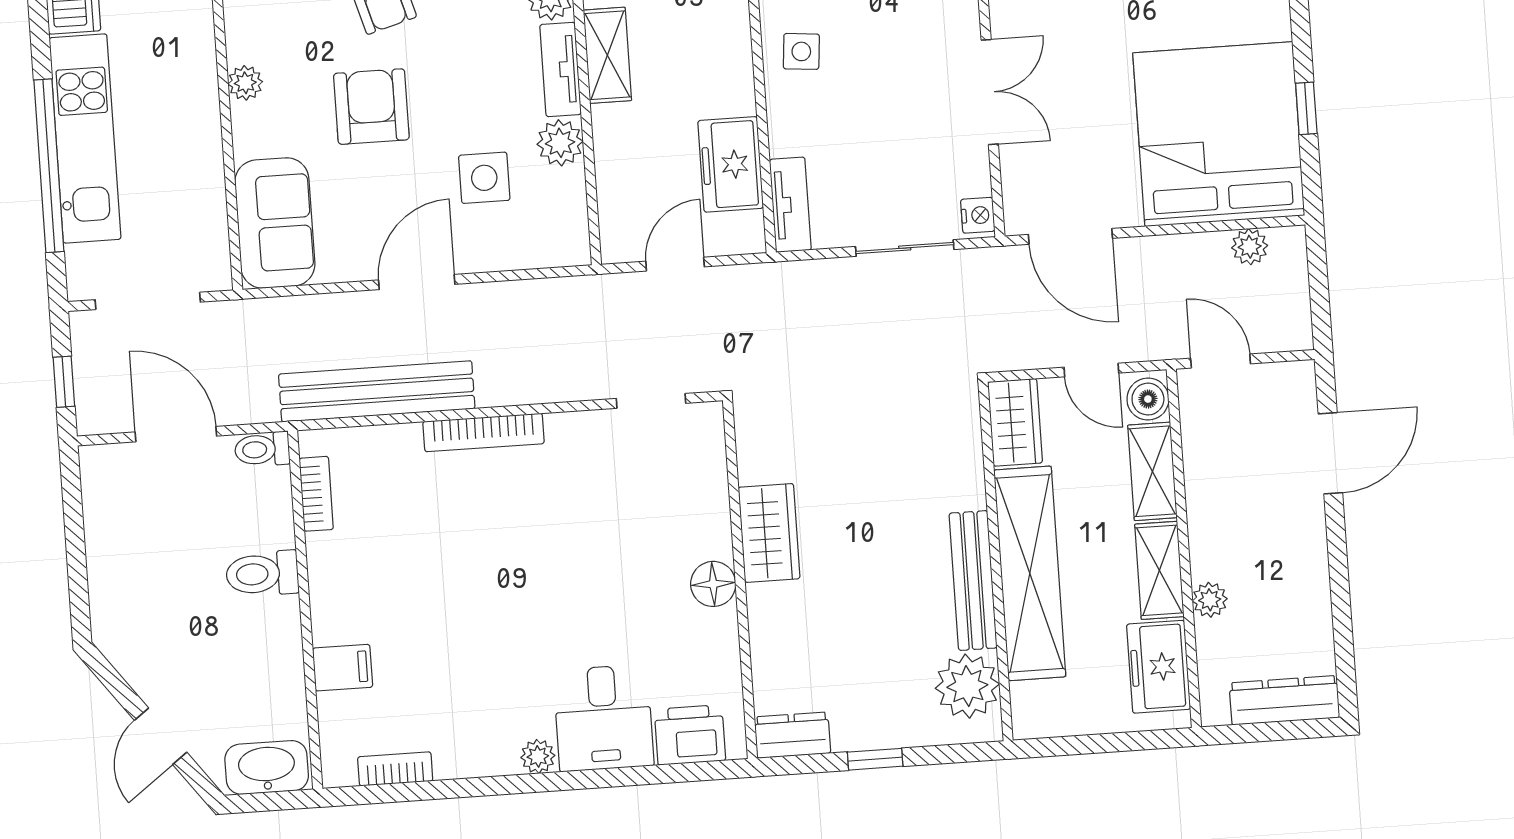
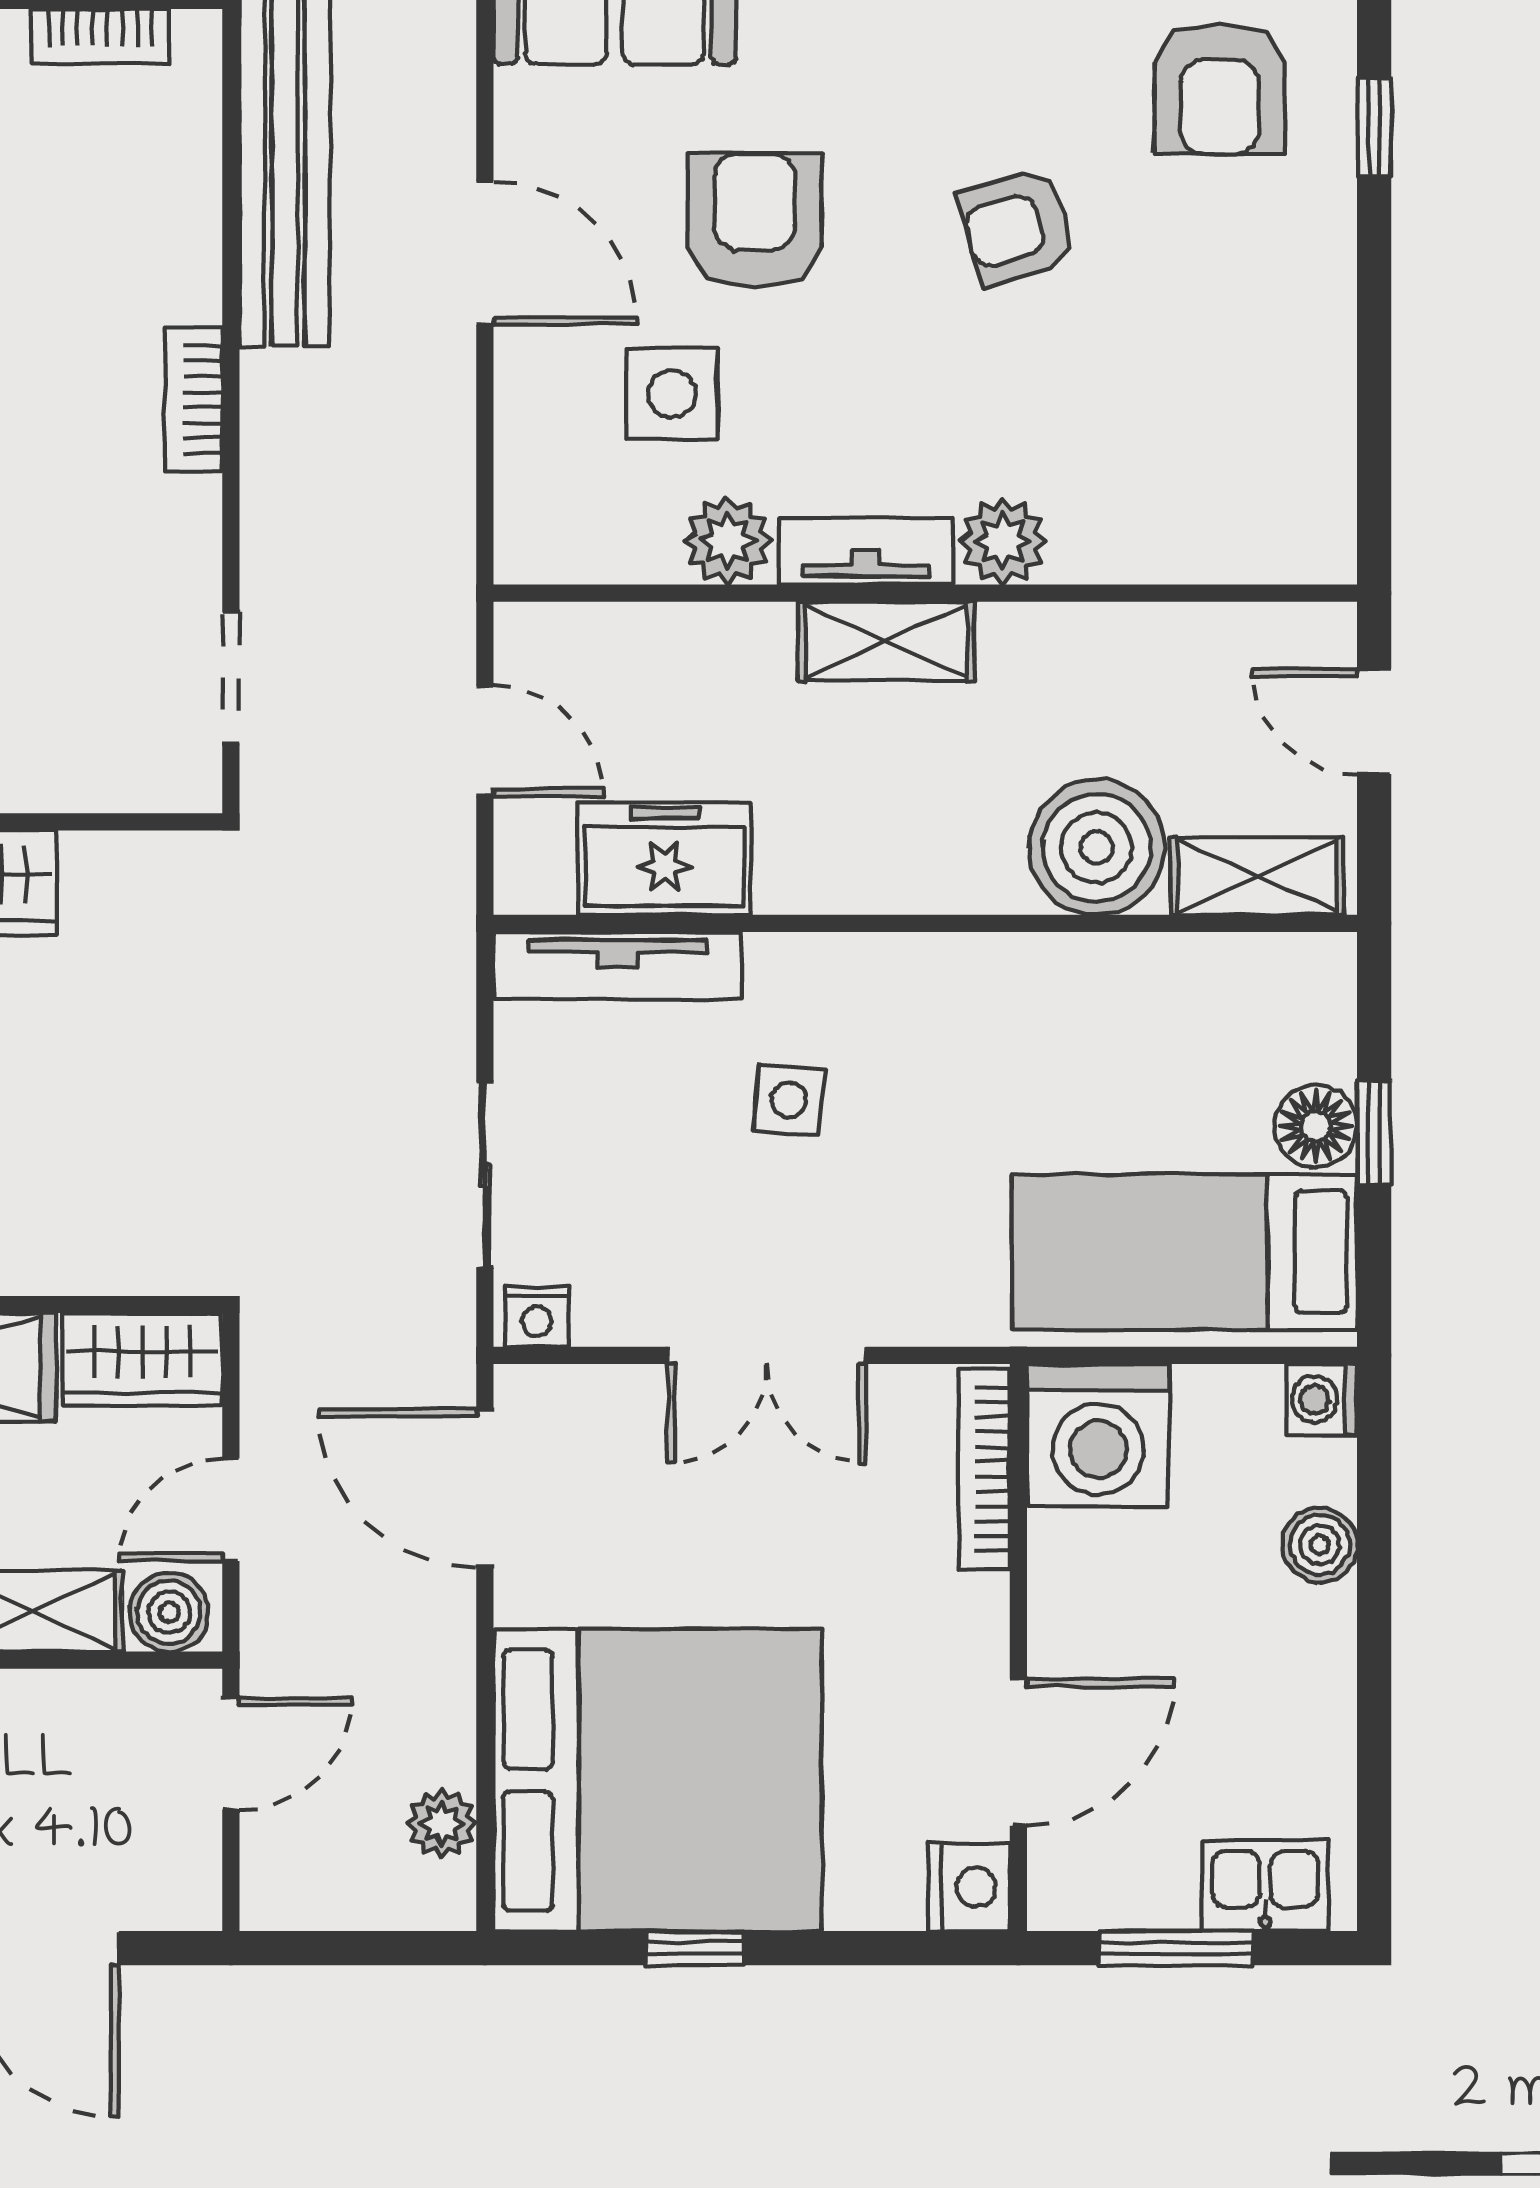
side table: (801, 51) -> (789, 1100), moved
armchair: (371, 107) -> (755, 220), moved, turned -90
tv unit: (790, 205) -> (617, 965), width x1.41
door: (1070, 236) -> (485, 1488), hinge flipped
bookcase: (484, 432) -> (193, 400), width x0.64

